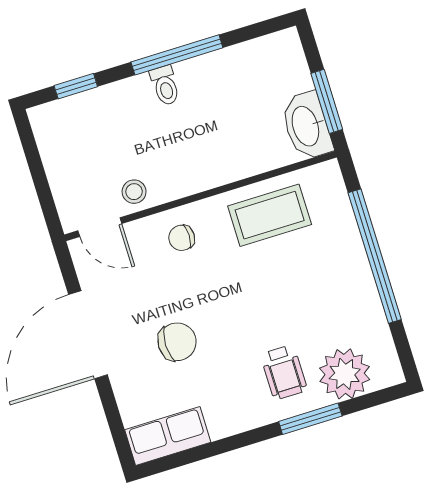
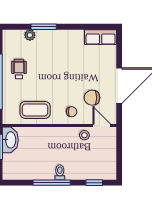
chair: (177, 342) -> (92, 98), moved
wheelchair: (284, 372) -> (19, 69), moved
plant: (345, 374) -> (30, 35), width x0.53, depth x0.53

